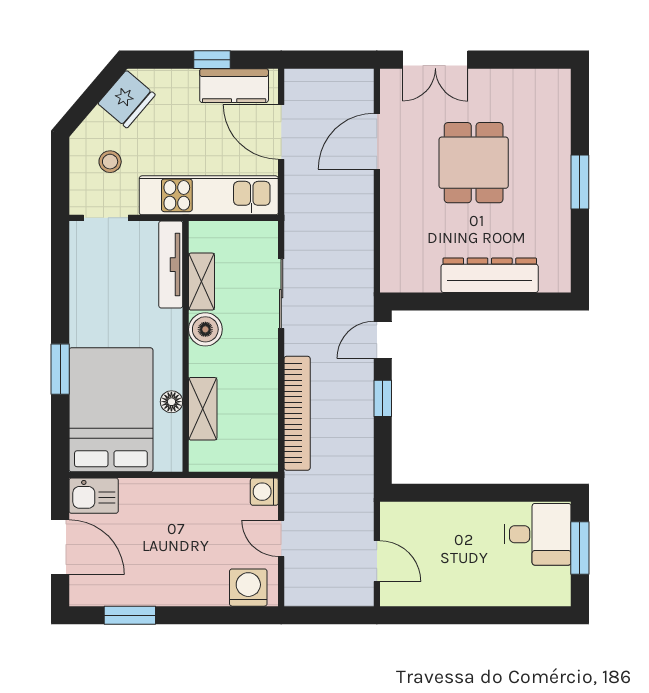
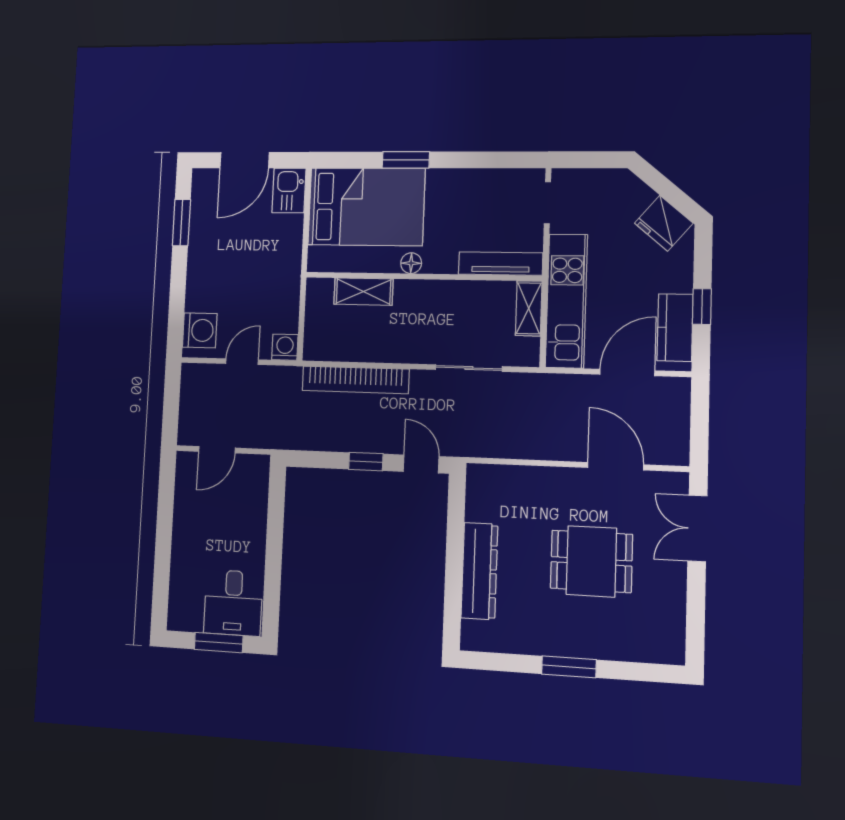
stool: (110, 162) -> (602, 207), removed
shelving: (201, 282) -> (529, 308), moved, turned 90
boiler: (205, 329) -> (438, 295), removed
floor lamp: (171, 402) -> (411, 263), moved

